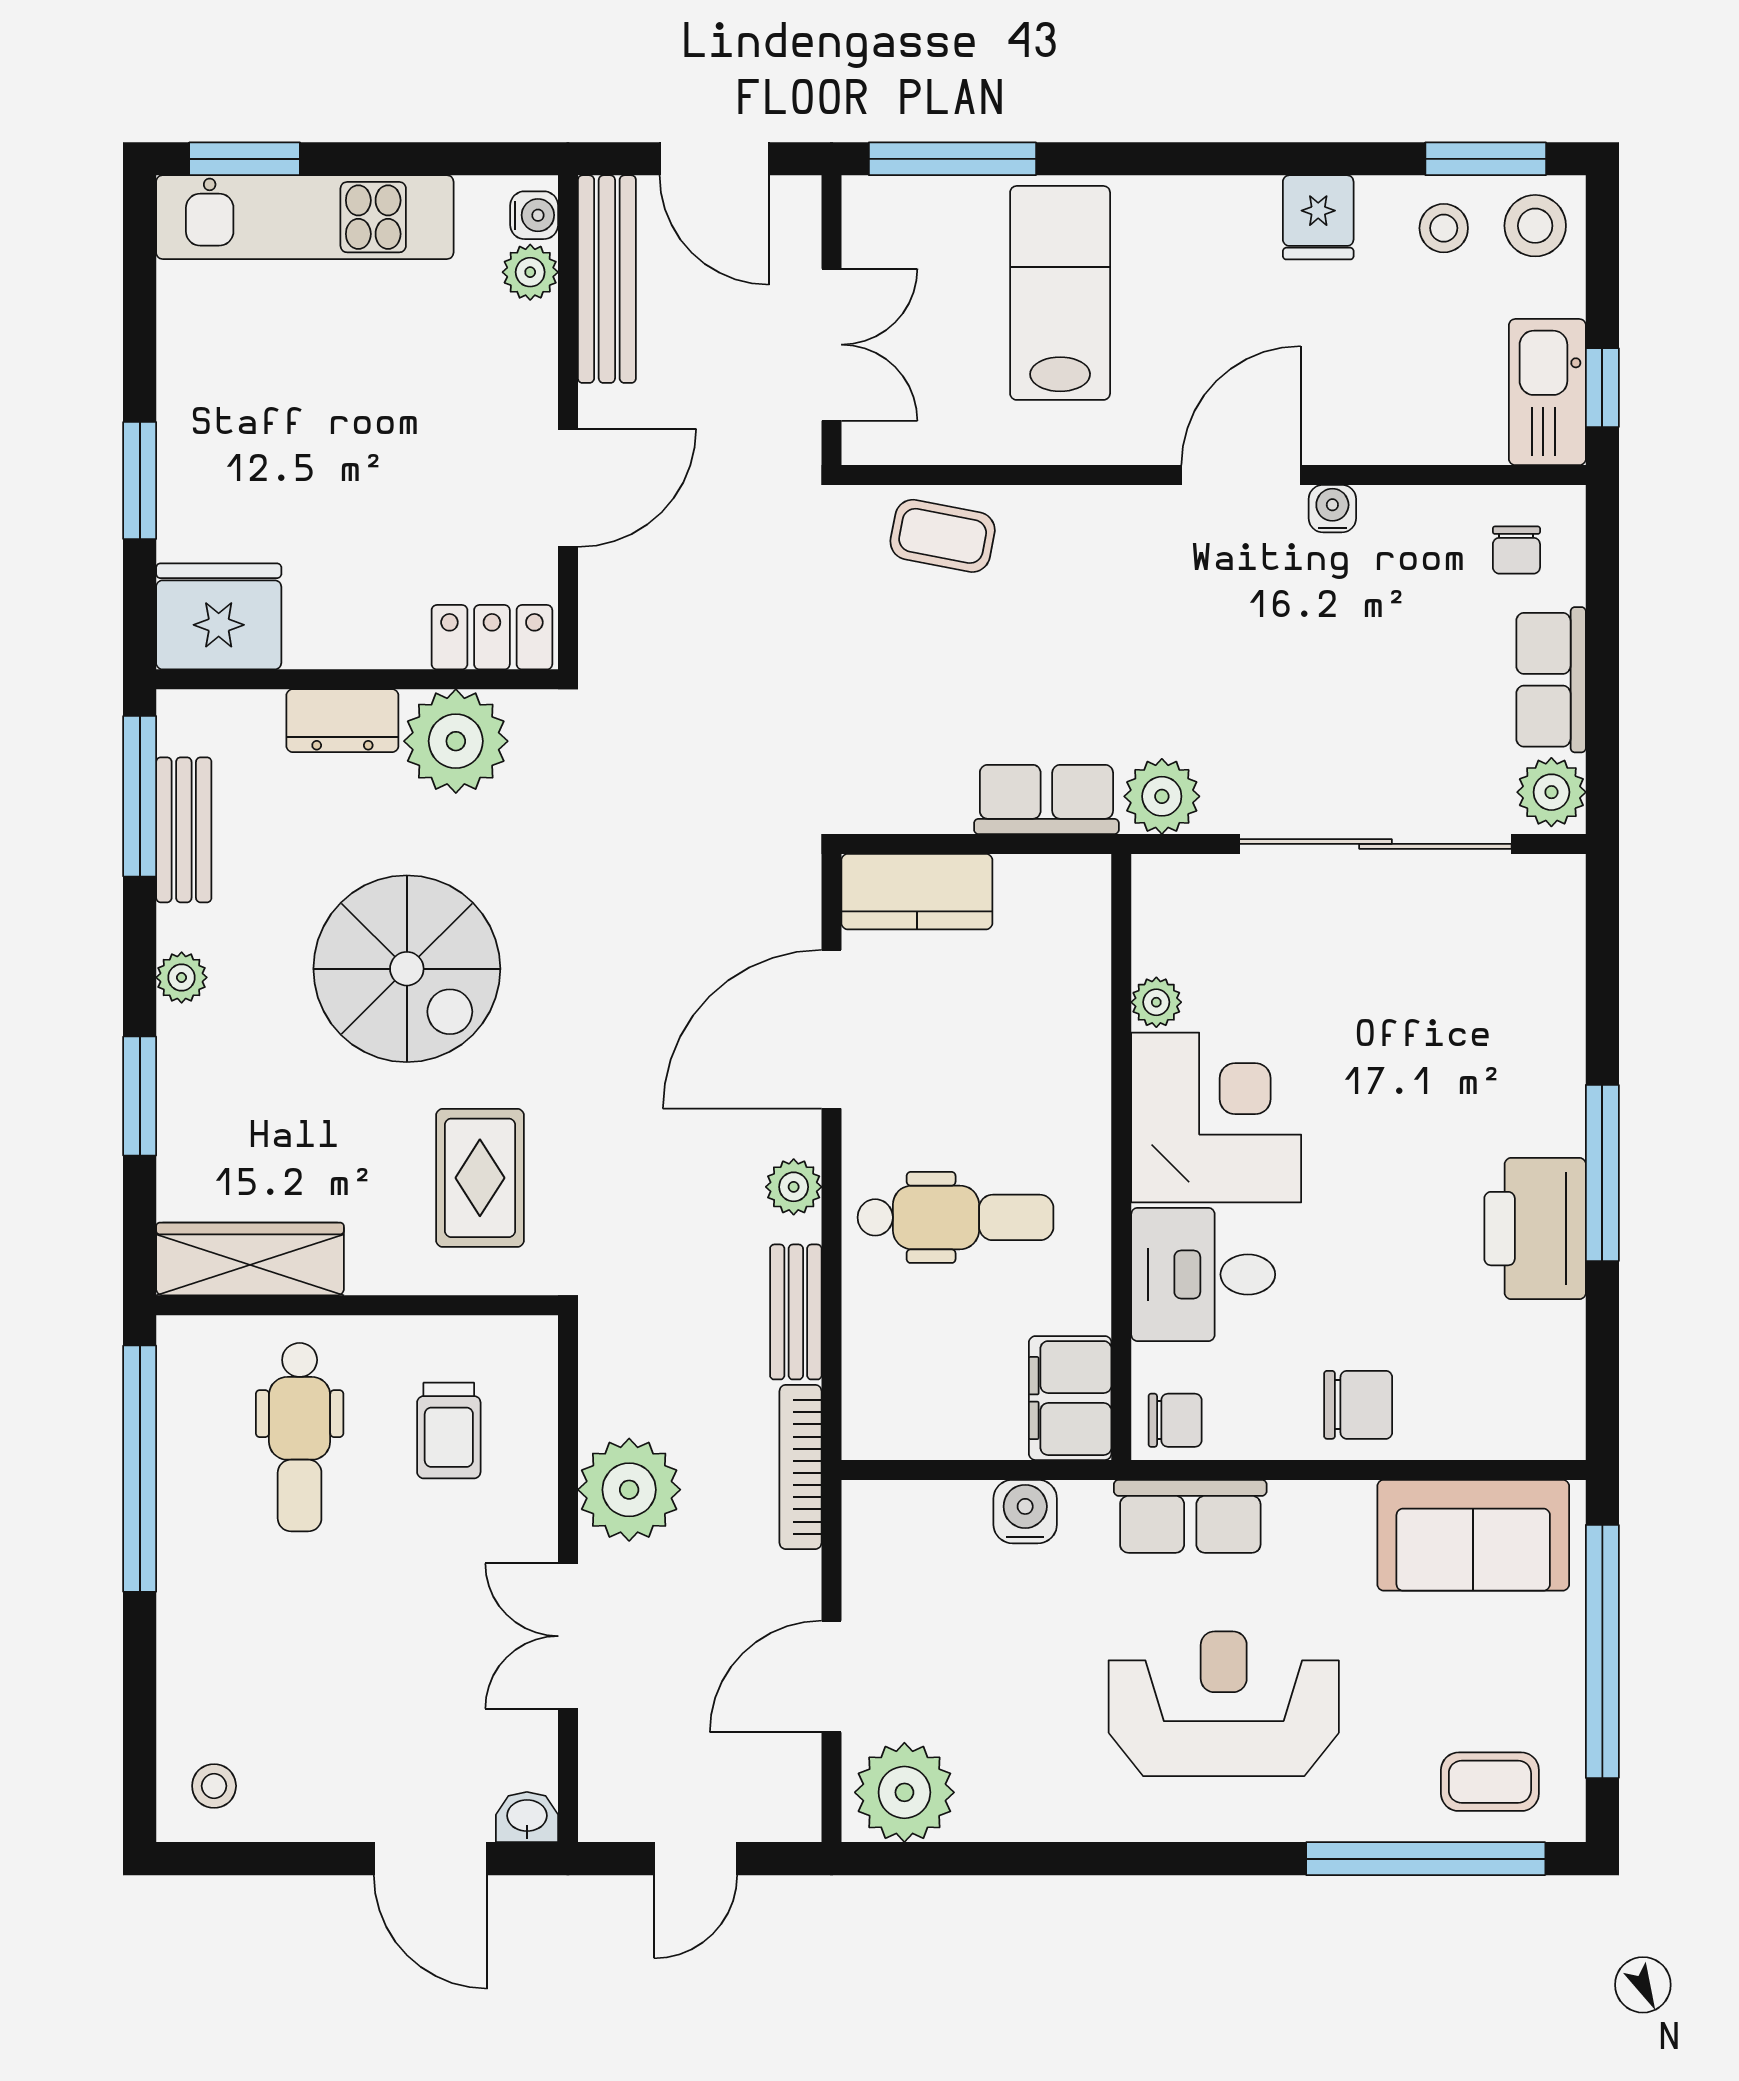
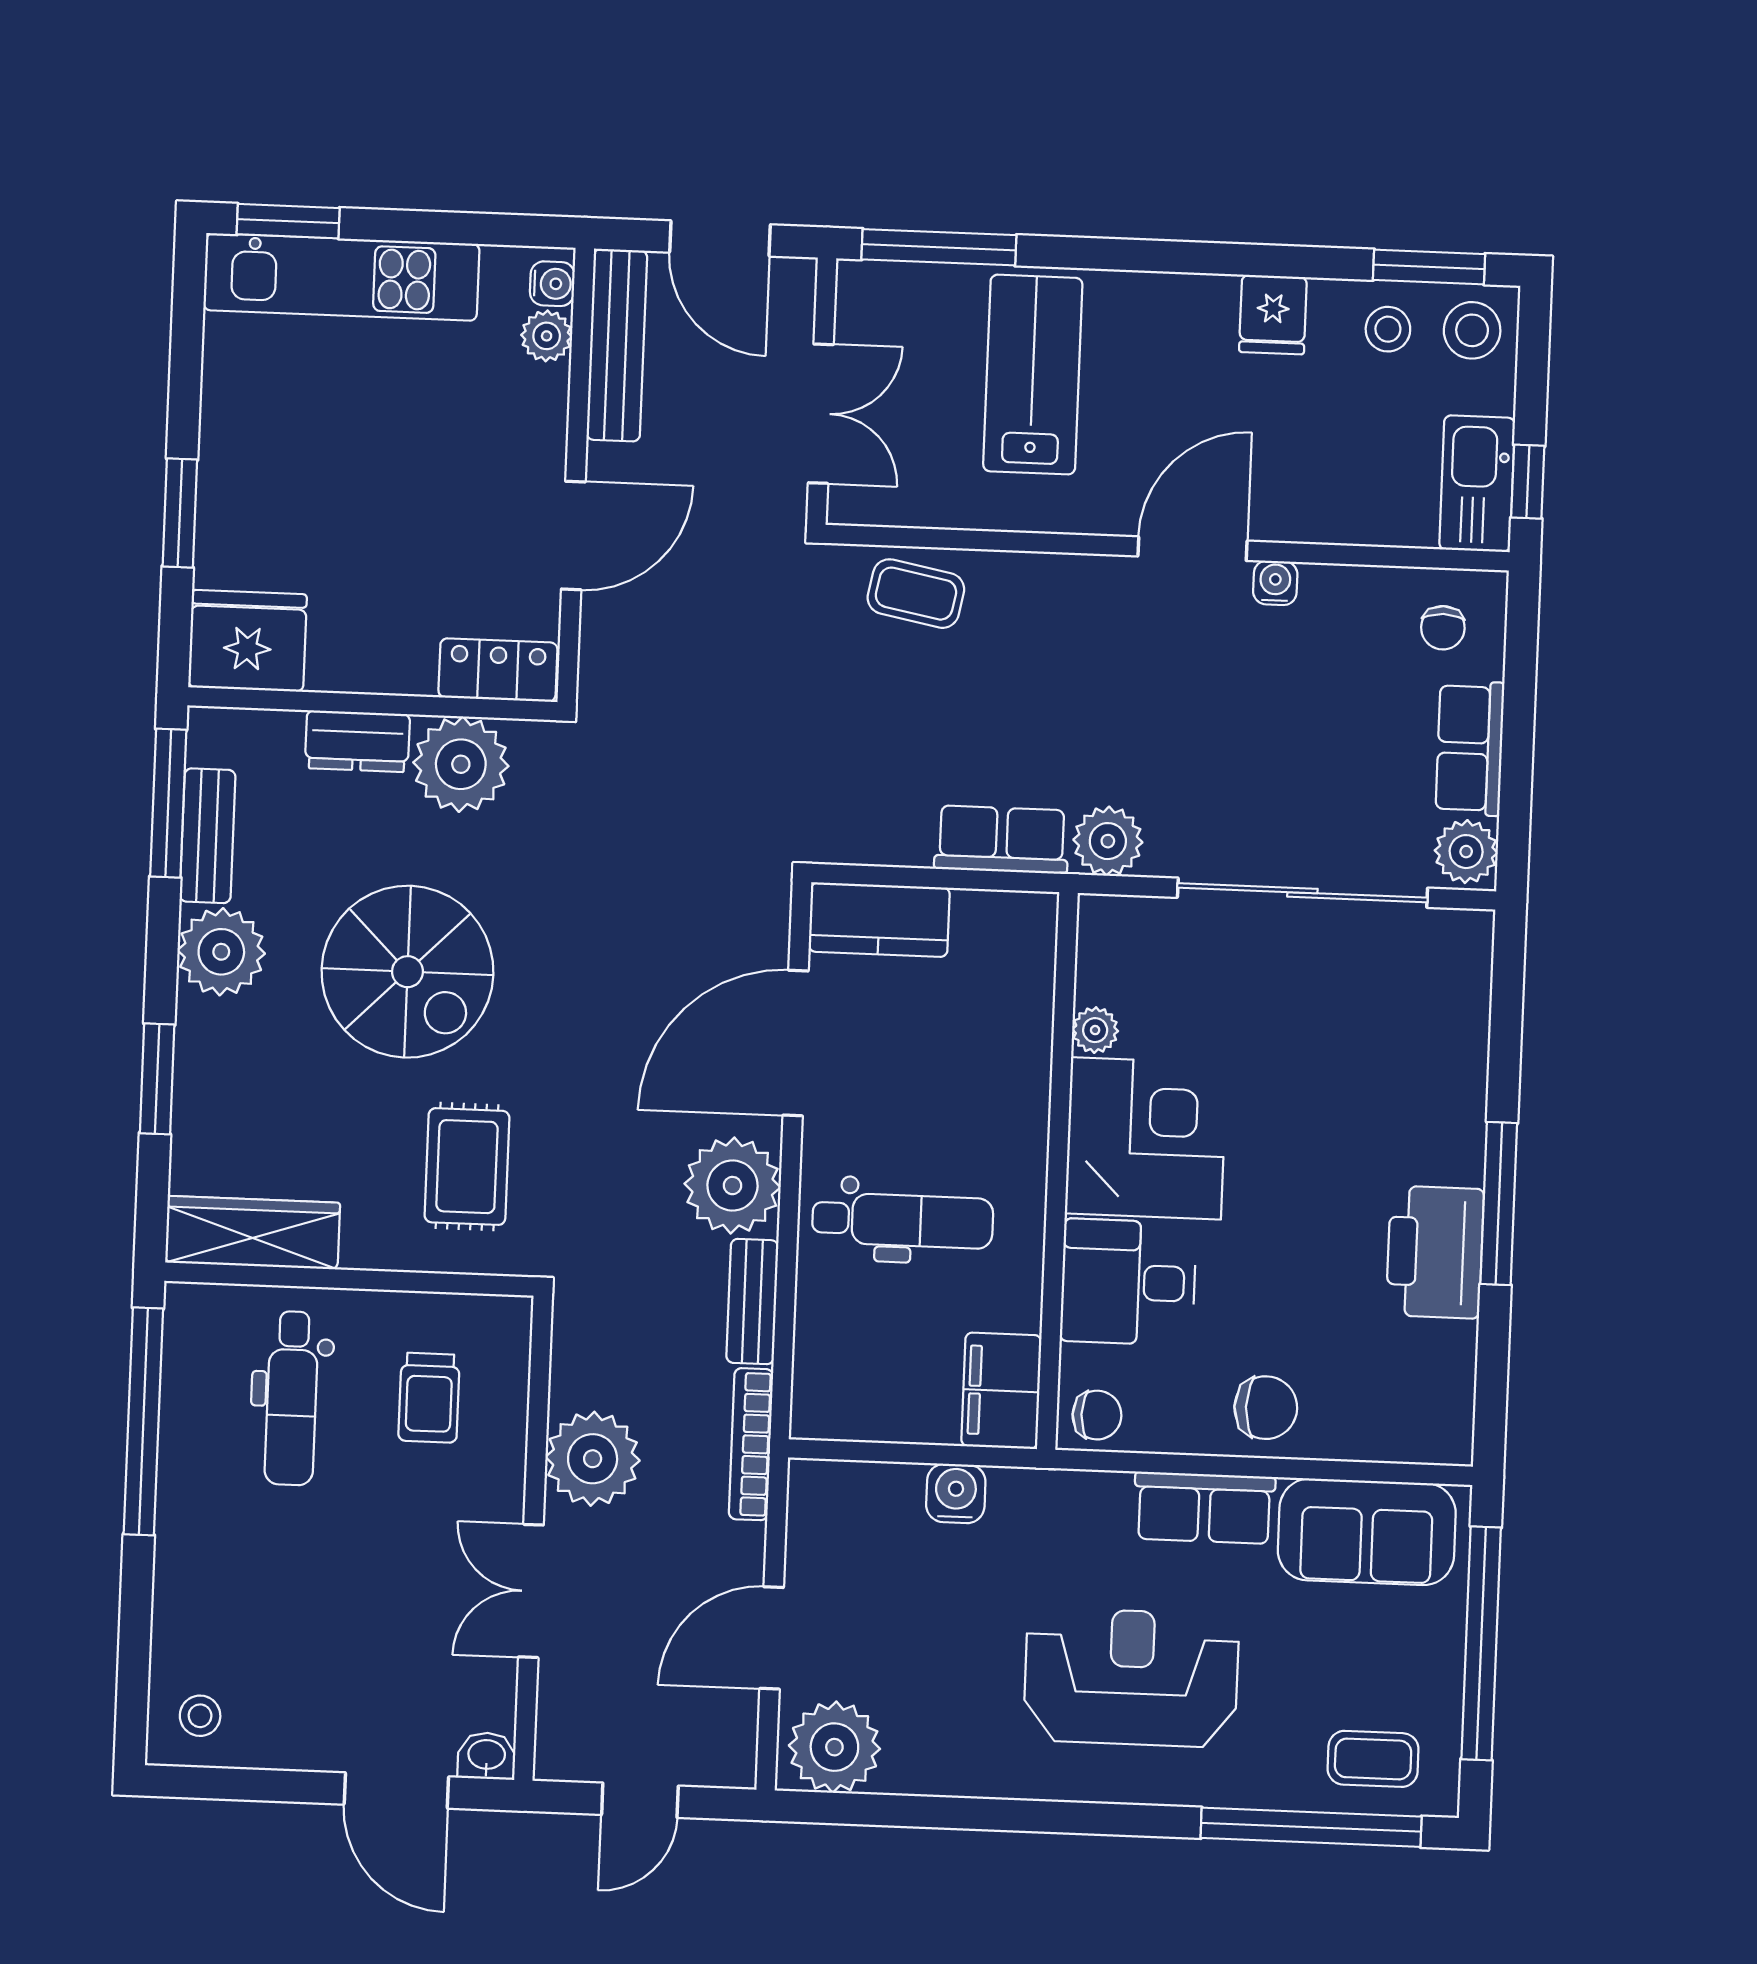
plant: (182, 977) -> (221, 952), width x1.87, depth x1.87
plant: (794, 1187) -> (733, 1186), width x1.87, depth x1.87
row of seats: (1190, 1516) -> (1204, 1508), moved

